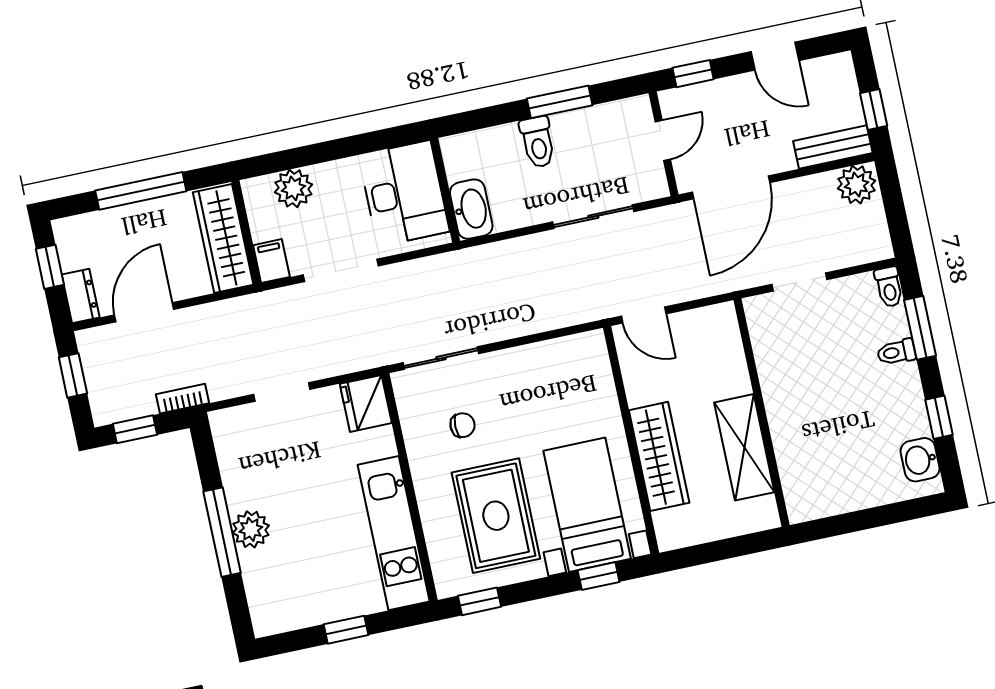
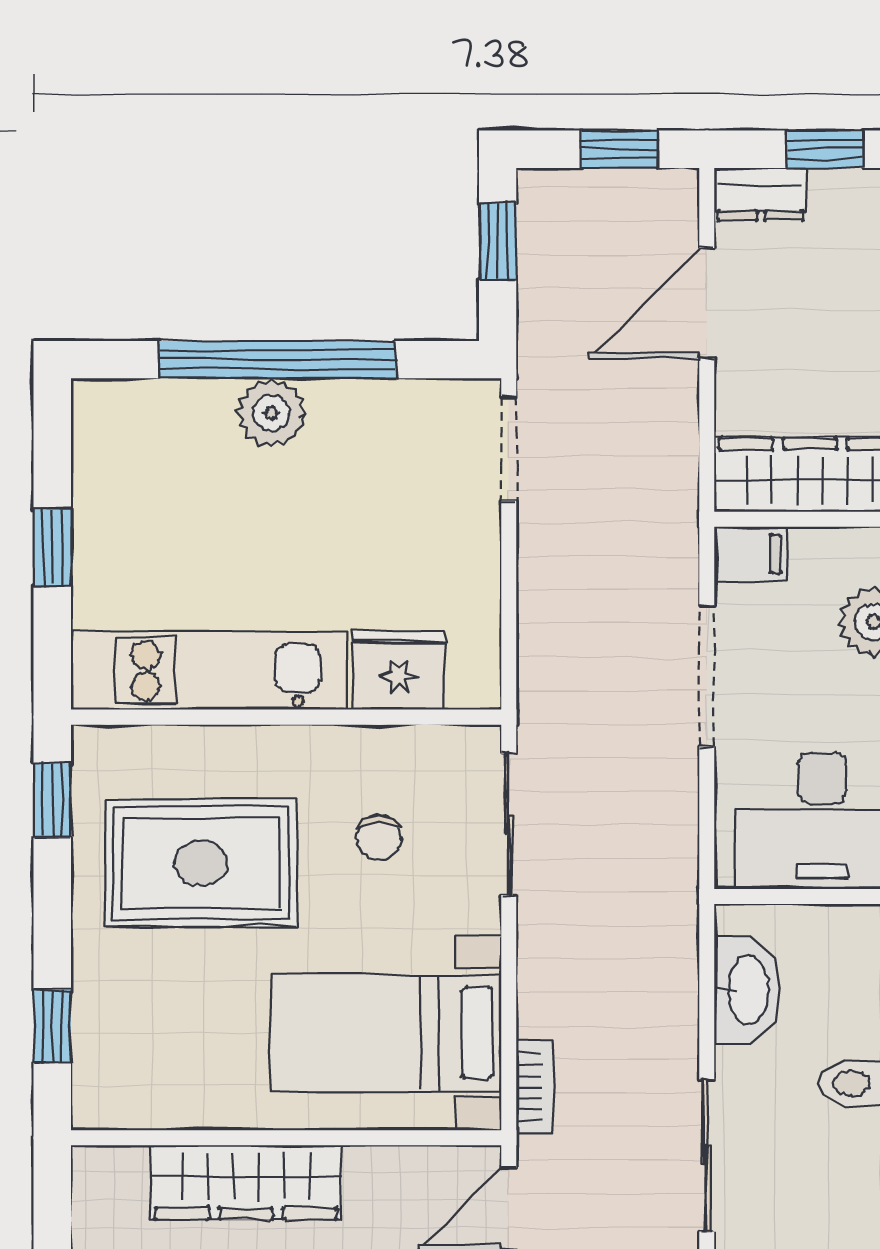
washbasin: (471, 209) -> (747, 990), moved, turned -90
door: (144, 312) -> (707, 303), swing flipped
doorway: (282, 392) -> (509, 448), moved
bookcase: (182, 399) -> (535, 1087), moved
fridge: (366, 403) -> (399, 670), moved
bed with nightstands: (587, 505) -> (386, 1033), moved, turned 180
window: (222, 532) -> (277, 360), width x1.46

